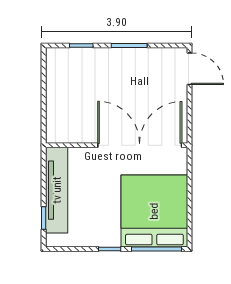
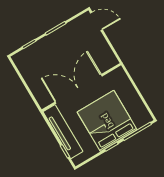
double door: (140, 145) -> (79, 89), moved
bed: (154, 211) -> (107, 121), moved

